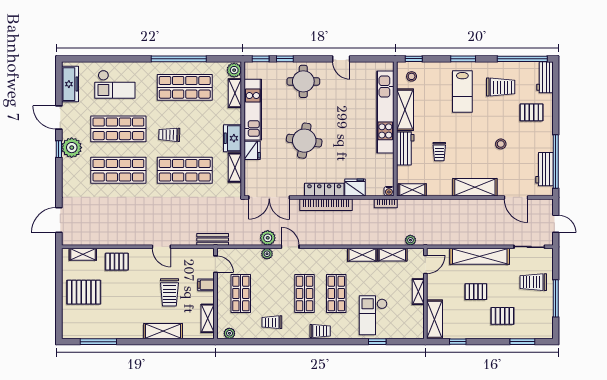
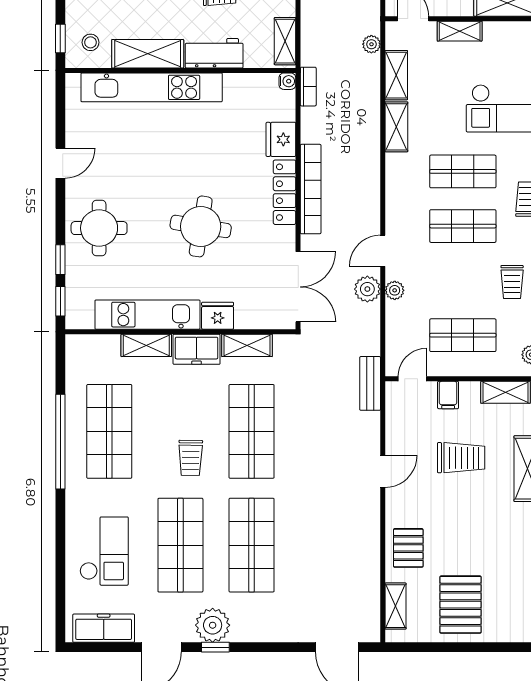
plant: (234, 70) -> (80, 347), removed
shelving: (235, 93) -> (146, 345), moved

